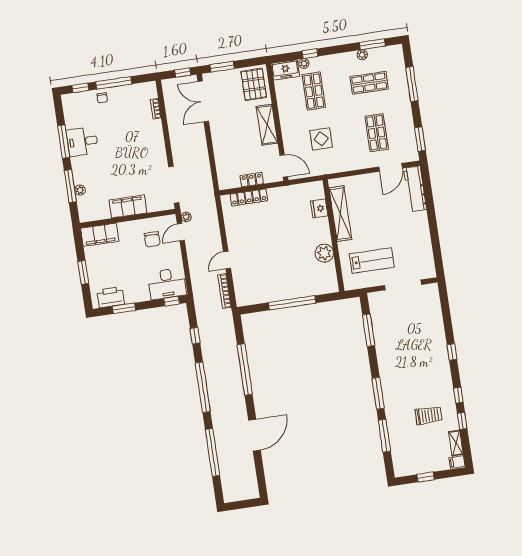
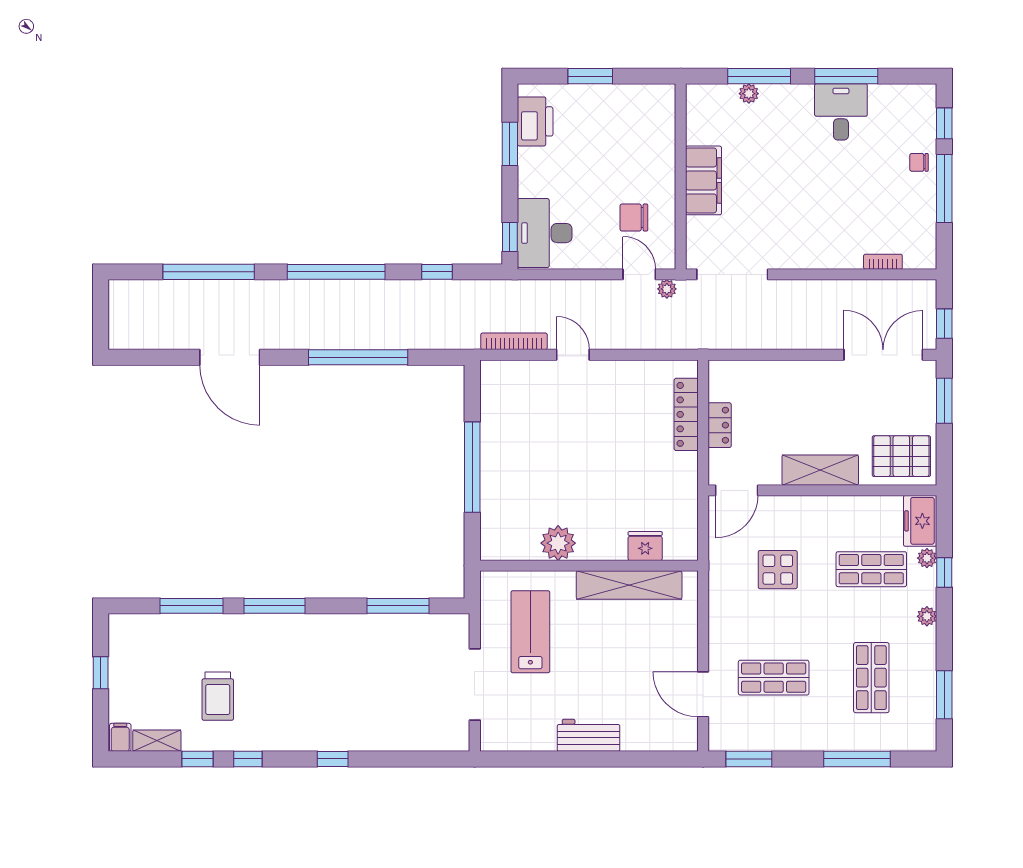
plant: (362, 55) -> (927, 616), moved
workbench: (415, 189) -> (589, 735), moved, width x0.73
filing cabinet: (100, 235) -> (658, 118), removed
lab bench: (372, 261) -> (530, 632), turned 180

